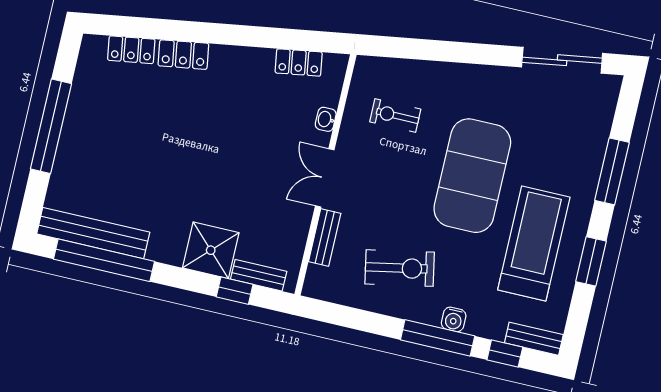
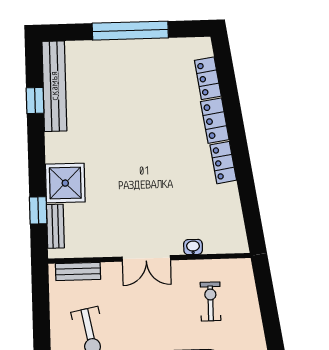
locker: (299, 62) -> (223, 163), moved
double door: (325, 178) -> (146, 258), swing flipped
bench: (325, 237) -> (78, 271), moved
window: (104, 260) -> (35, 100), width x0.32

